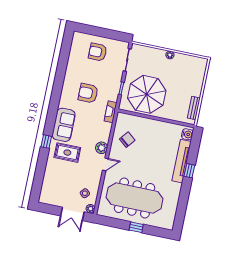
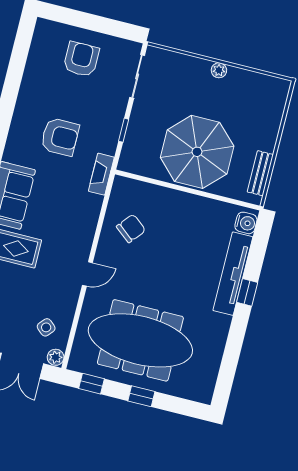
armchair: (98, 52) -> (81, 59), turned 90
armchair: (88, 93) -> (60, 137), turned 180
parasol: (147, 94) -> (197, 152), moved
plant: (102, 148) -> (81, 242), removed
window: (110, 222) -> (92, 384), added

